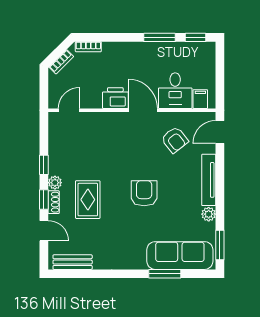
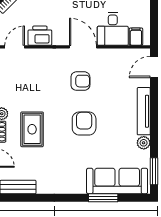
printer: (115, 98) -> (40, 36), moved
armchair: (175, 140) -> (80, 81), moved, turned -52

